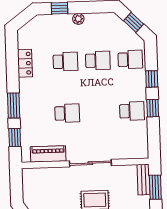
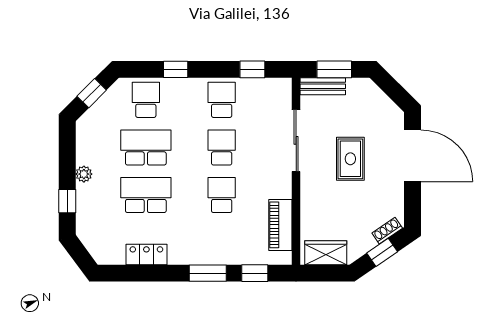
school desk: (98, 61) -> (146, 147), width x1.85
school desk: (65, 62) -> (146, 195), width x1.85
window: (153, 108) -> (252, 69), moved
school desk: (100, 112) -> (222, 147), added
sliding door: (90, 163) -> (296, 140), moved
wardrobe: (30, 185) -> (326, 253), added

